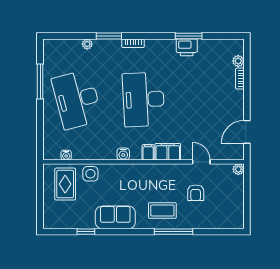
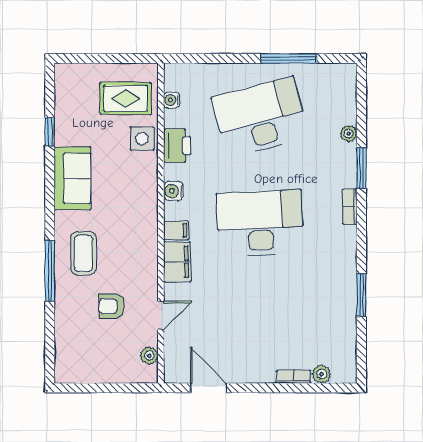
printer: (187, 47) -> (177, 146), moved, turned 180
plant: (238, 169) -> (149, 356), moved

